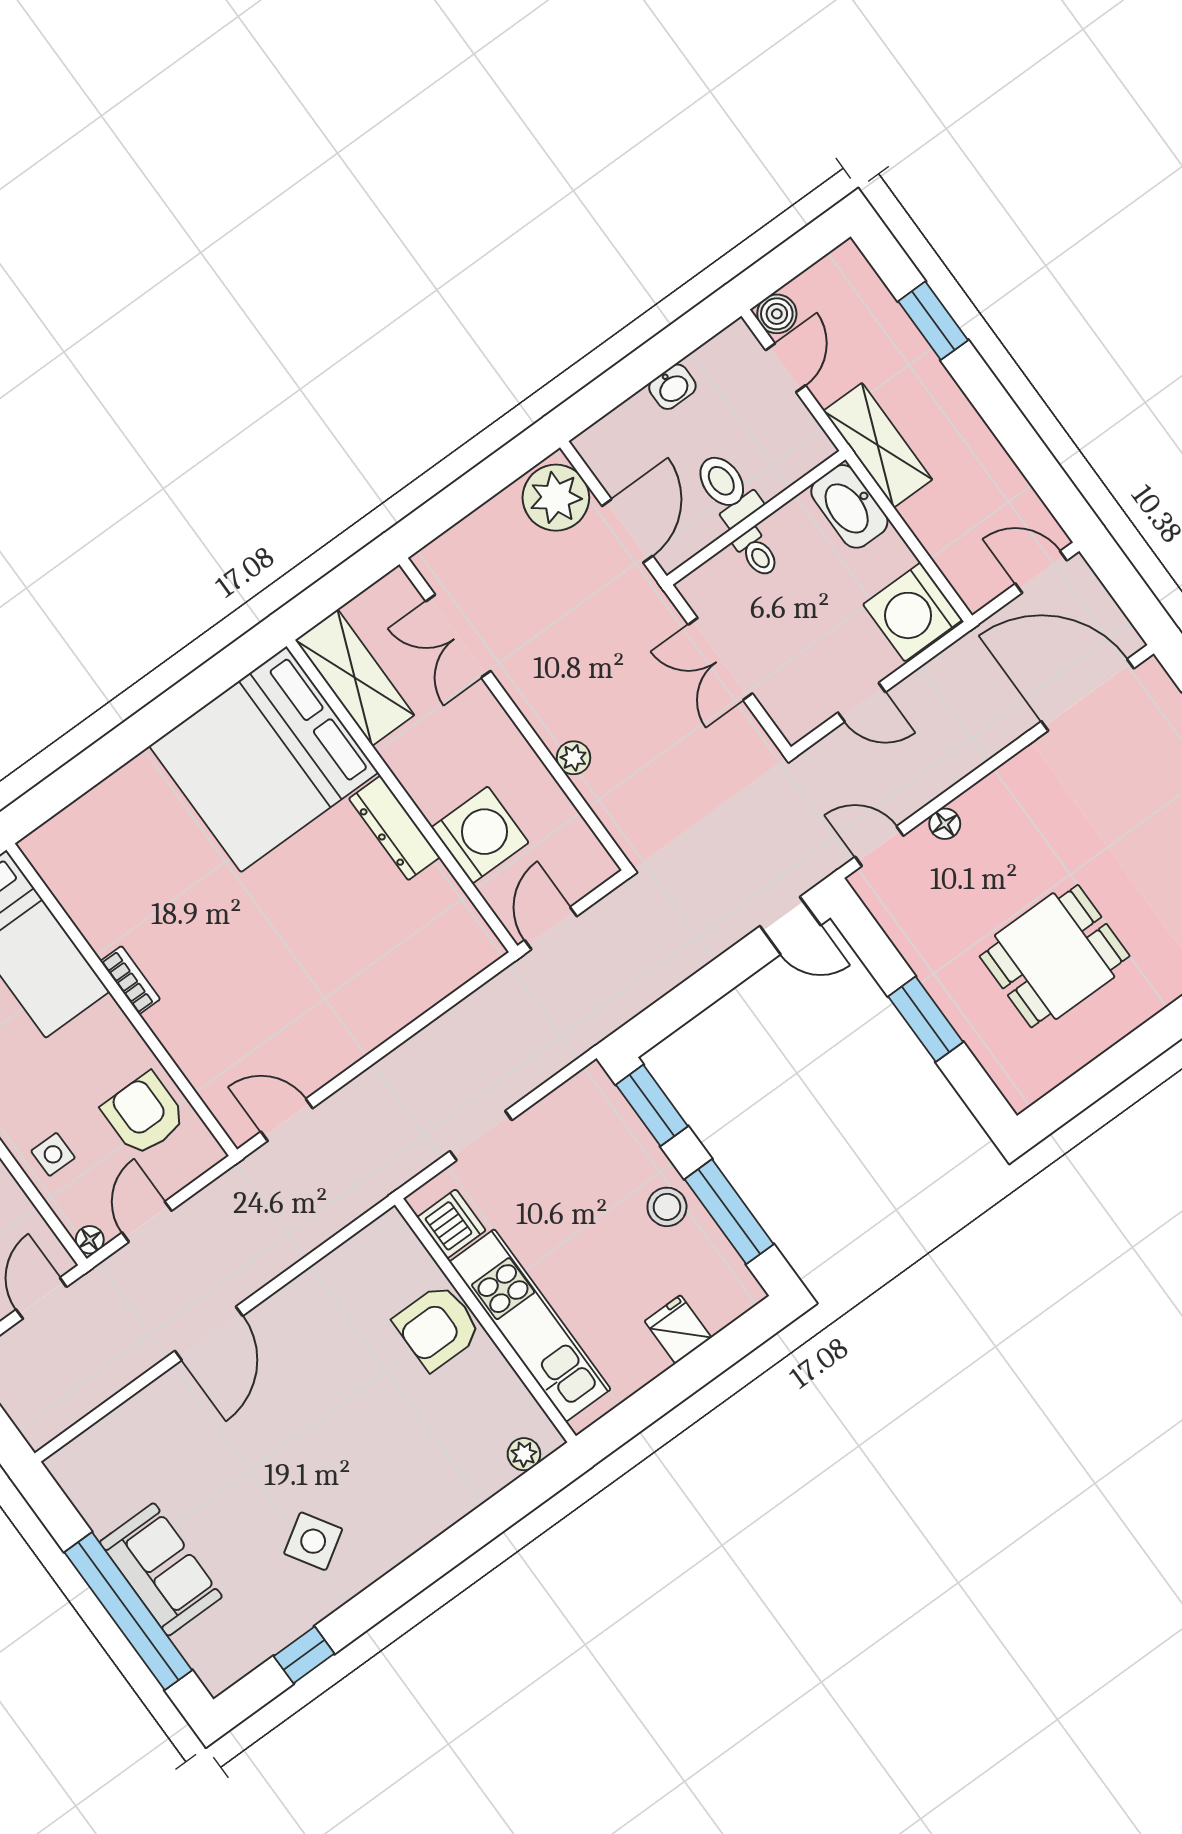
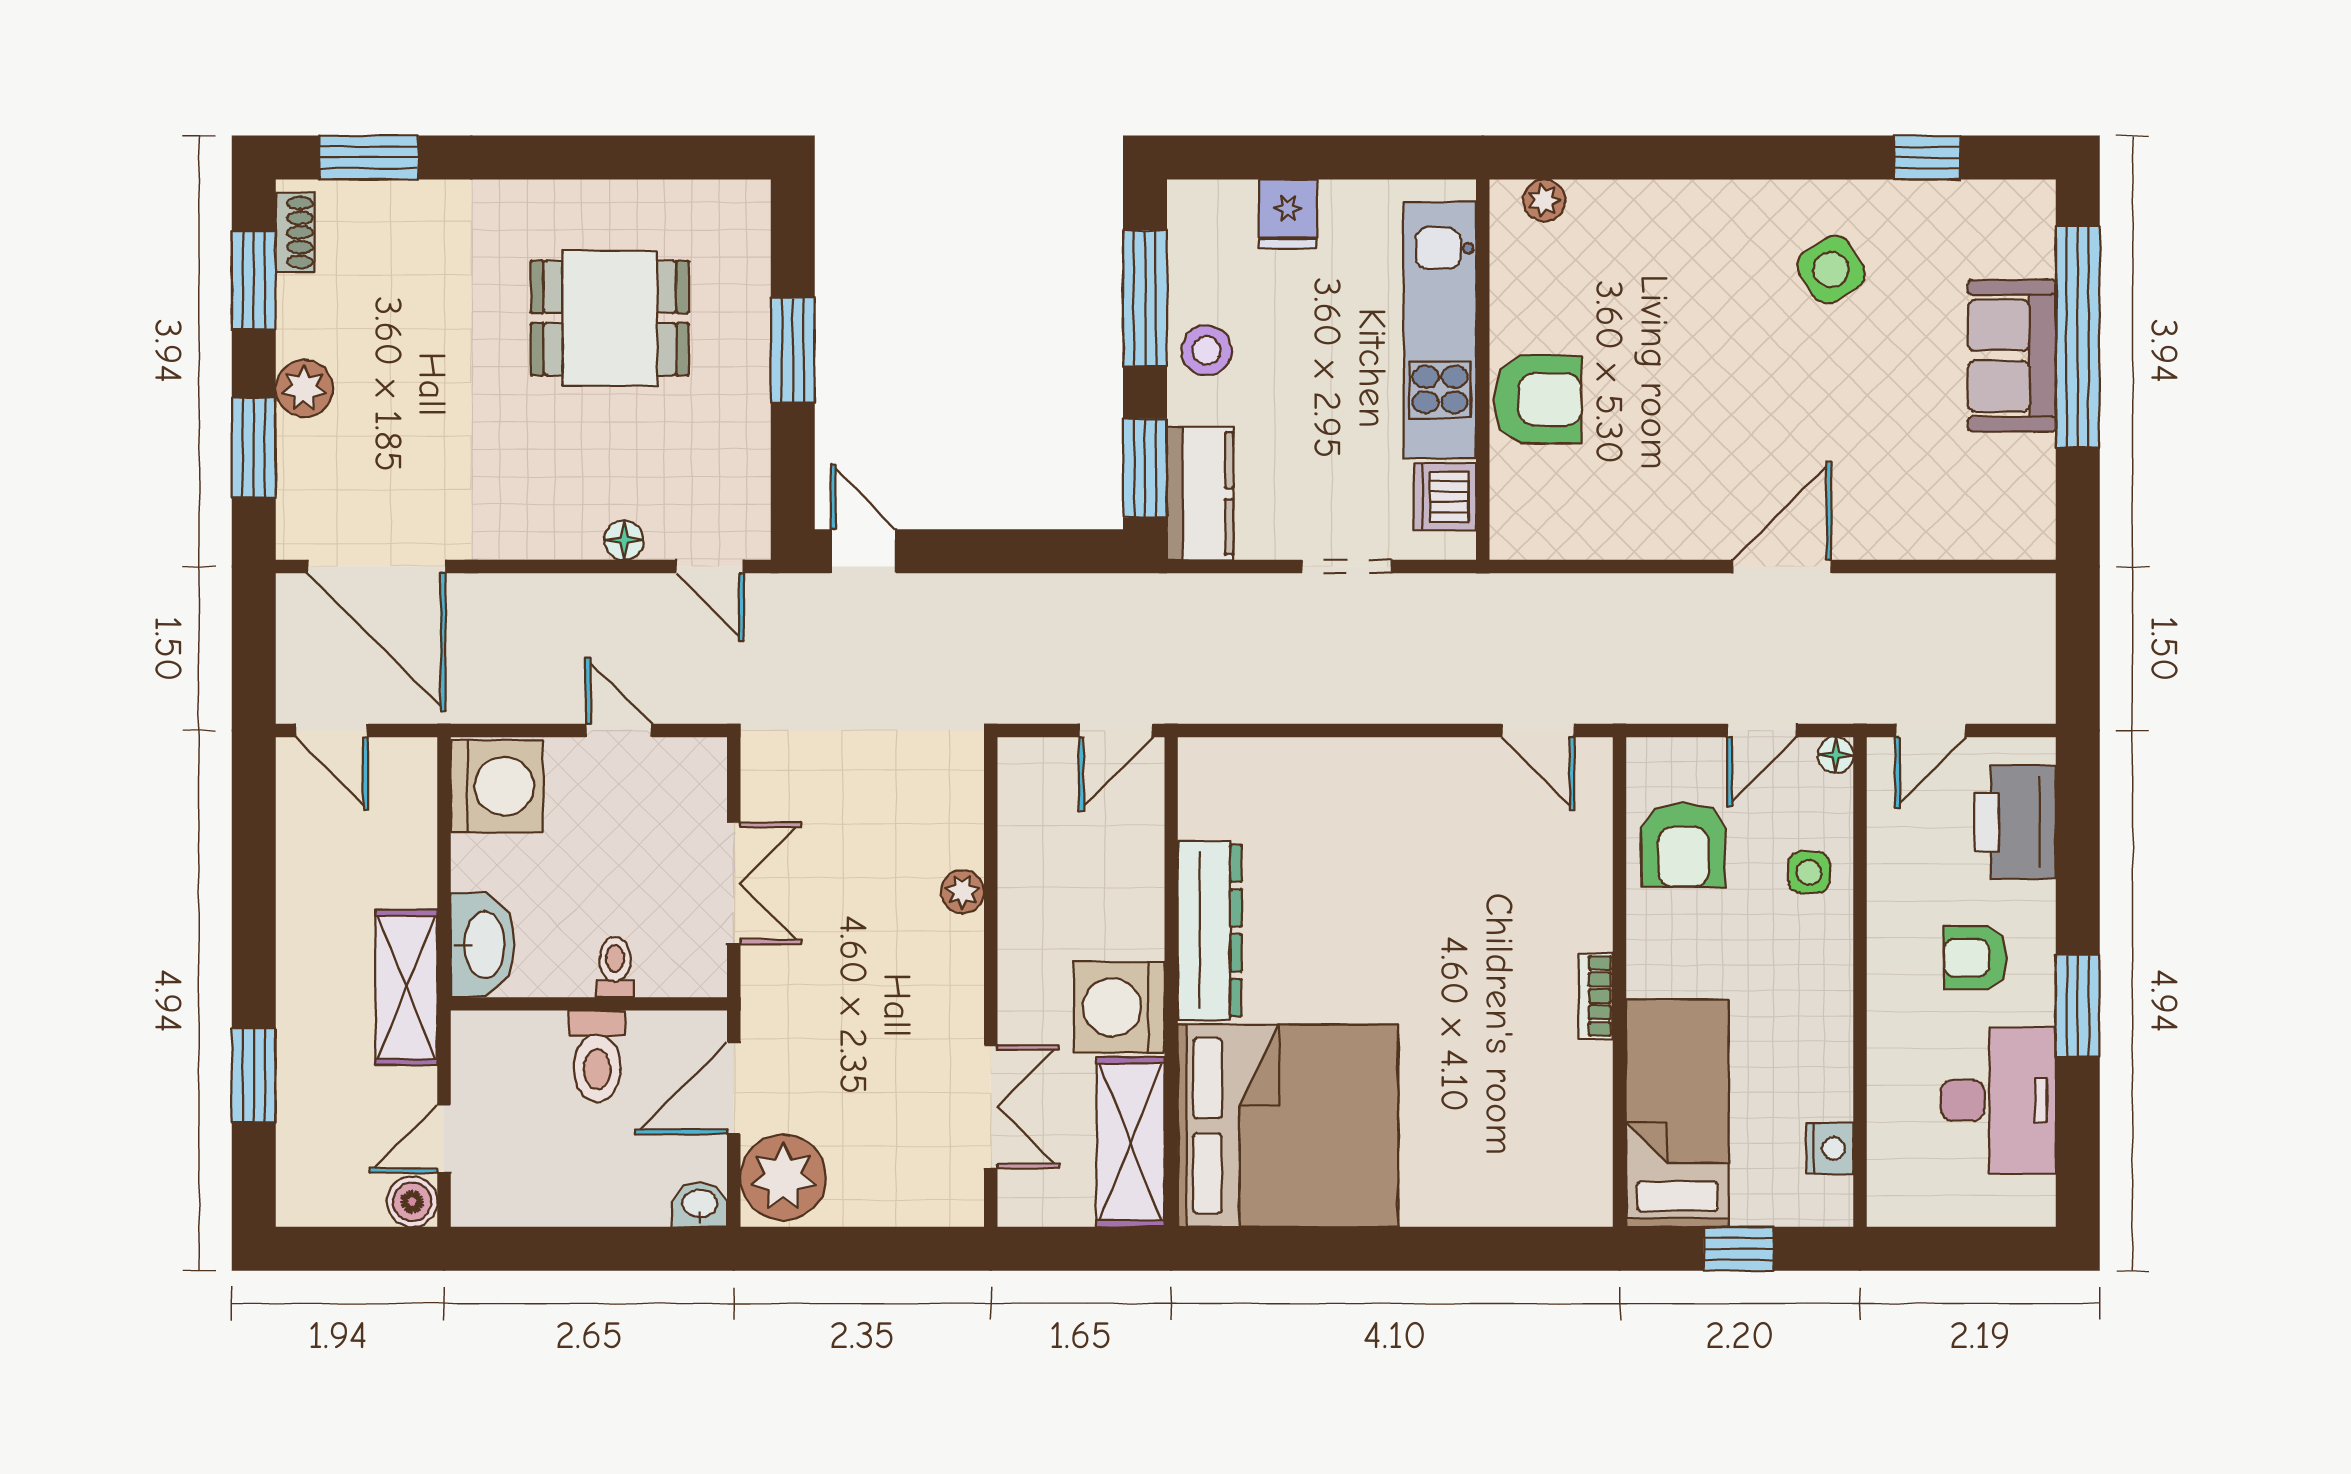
washbasin: (672, 387) -> (700, 1205), moved
dresser: (394, 828) -> (1210, 930), width x1.37, depth x1.24
washing machine: (480, 835) -> (1119, 1007), moved
kitchen counter: (606, 1115) -> (1200, 493), added

